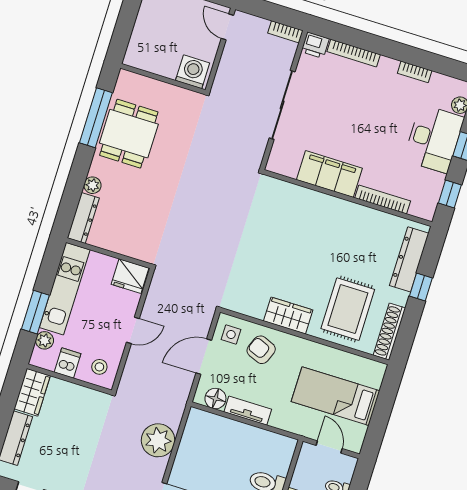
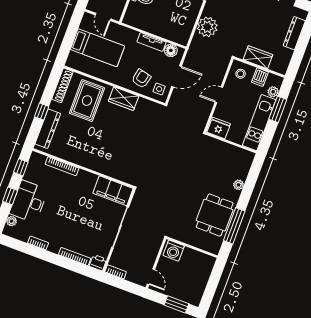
filing cabinet: (329, 174) -> (113, 191), moved
dresser: (83, 218) -> (245, 165), removed
armchair: (261, 350) -> (141, 79), turned -99
wardrobe: (32, 392) -> (258, 57), moved, turned 90

